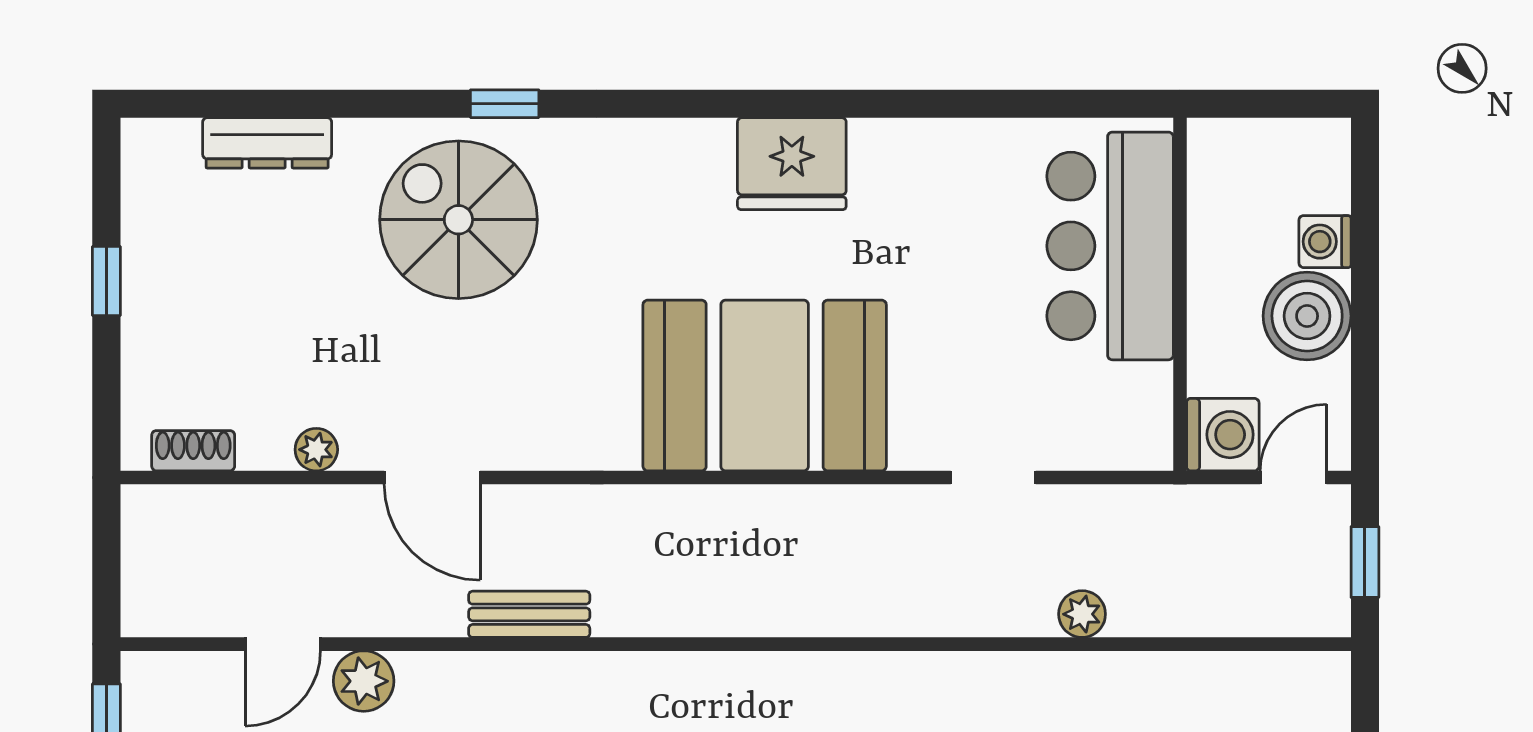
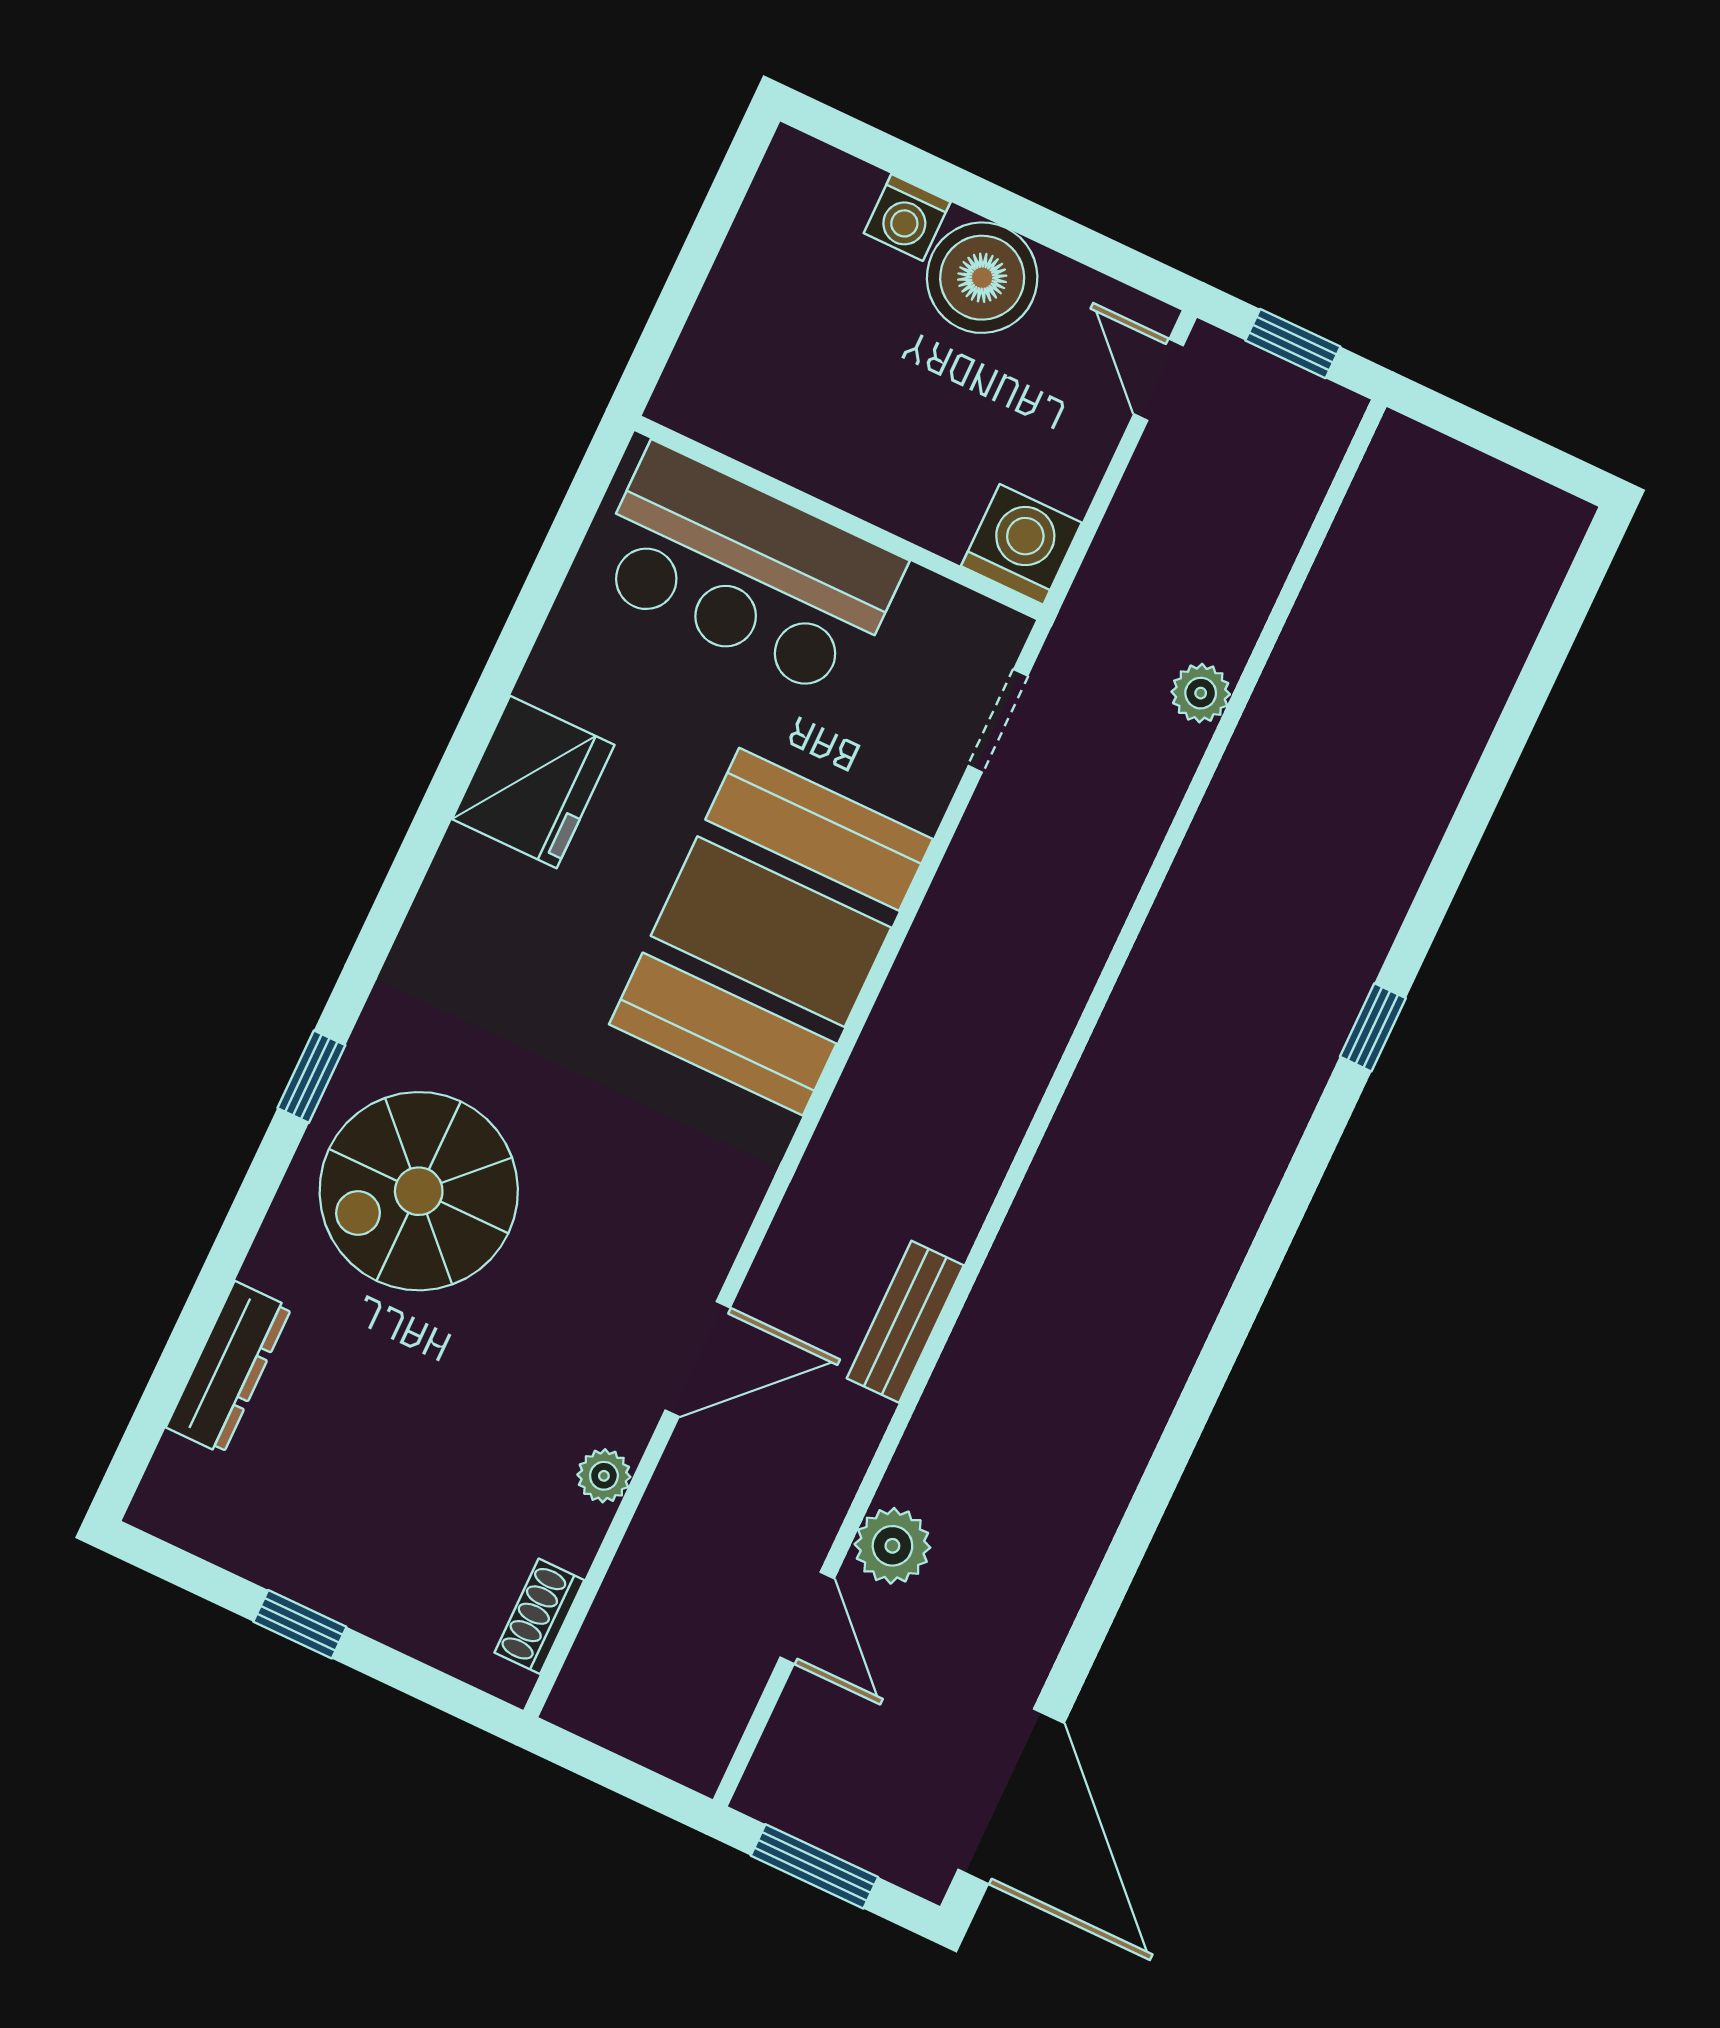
bar counter: (1110, 246) -> (747, 572), moved
wall: (1180, 294) -> (839, 518), moved
washing machine: (1223, 435) -> (1021, 544), moved

